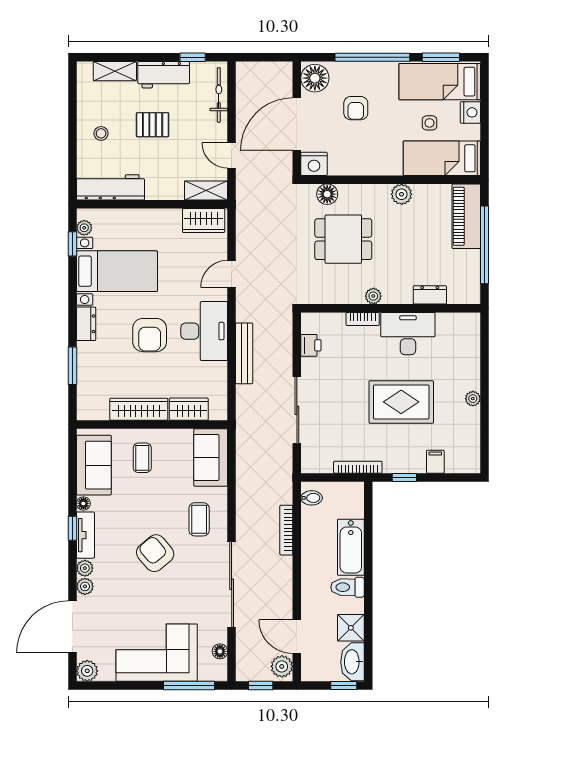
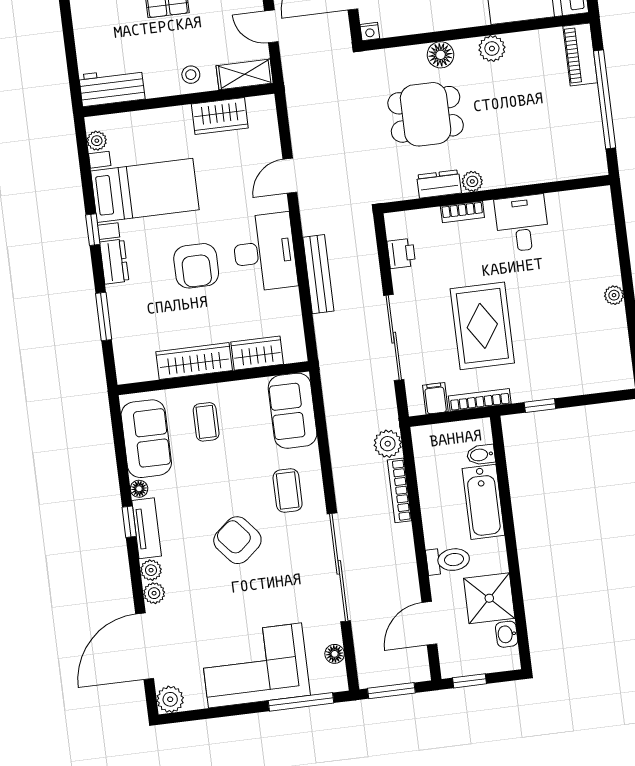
stool: (101, 133) -> (191, 75), moved
nightstand: (314, 164) -> (370, 31), width x0.53, depth x0.56
workbench: (110, 187) -> (112, 87), width x0.73
floor lamp: (327, 194) -> (441, 55), moved
piano: (466, 216) -> (580, 55), width x0.73, depth x0.75
wardrobe: (204, 220) -> (220, 116), moved
window: (72, 244) -> (93, 230), moved
dresser: (430, 295) -> (439, 184), moved
desk: (408, 334) -> (522, 223), width x0.73
rug: (401, 402) -> (482, 326), moved, turned 90
filing cabinet: (435, 462) -> (435, 398), moved
bidet: (312, 498) -> (481, 455), moved, turned 180
toilet: (347, 587) -> (448, 560), moved, turned 180
shower: (351, 628) -> (489, 598), width x1.36, depth x1.36
door: (297, 637) -> (429, 623), hinge flipped
washbasin: (352, 662) -> (507, 634), width x0.52, depth x0.69
plant: (282, 666) -> (388, 444), moved
window: (261, 686) -> (391, 691), width x1.50
window: (344, 686) -> (470, 681), moved

